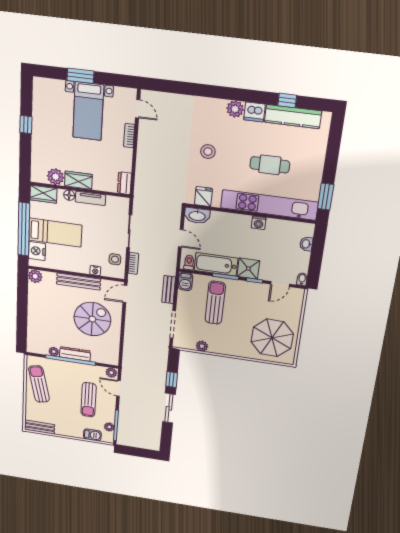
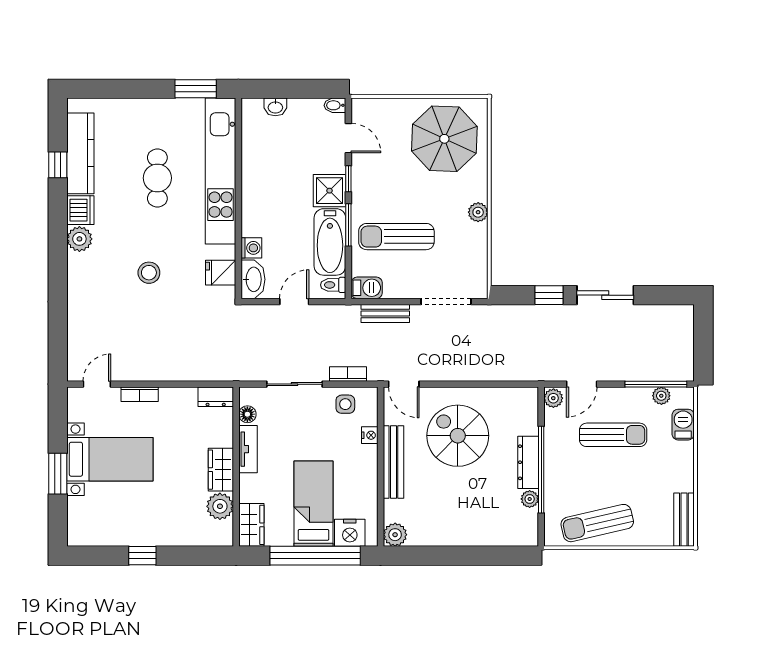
floor lamp: (69, 195) -> (247, 414), moved
washing machine: (259, 223) -> (251, 248), moved
plant: (202, 346) -> (478, 212), moved

